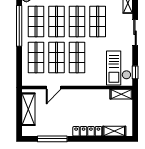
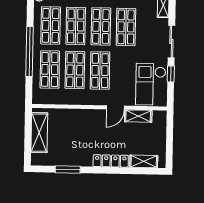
window: (19, 26) -> (30, 52), moved
window: (135, 72) -> (171, 74), moved
door: (54, 88) -> (115, 108), moved
shelving: (121, 94) -> (138, 116), moved
window: (52, 139) -> (68, 169), width x0.69

